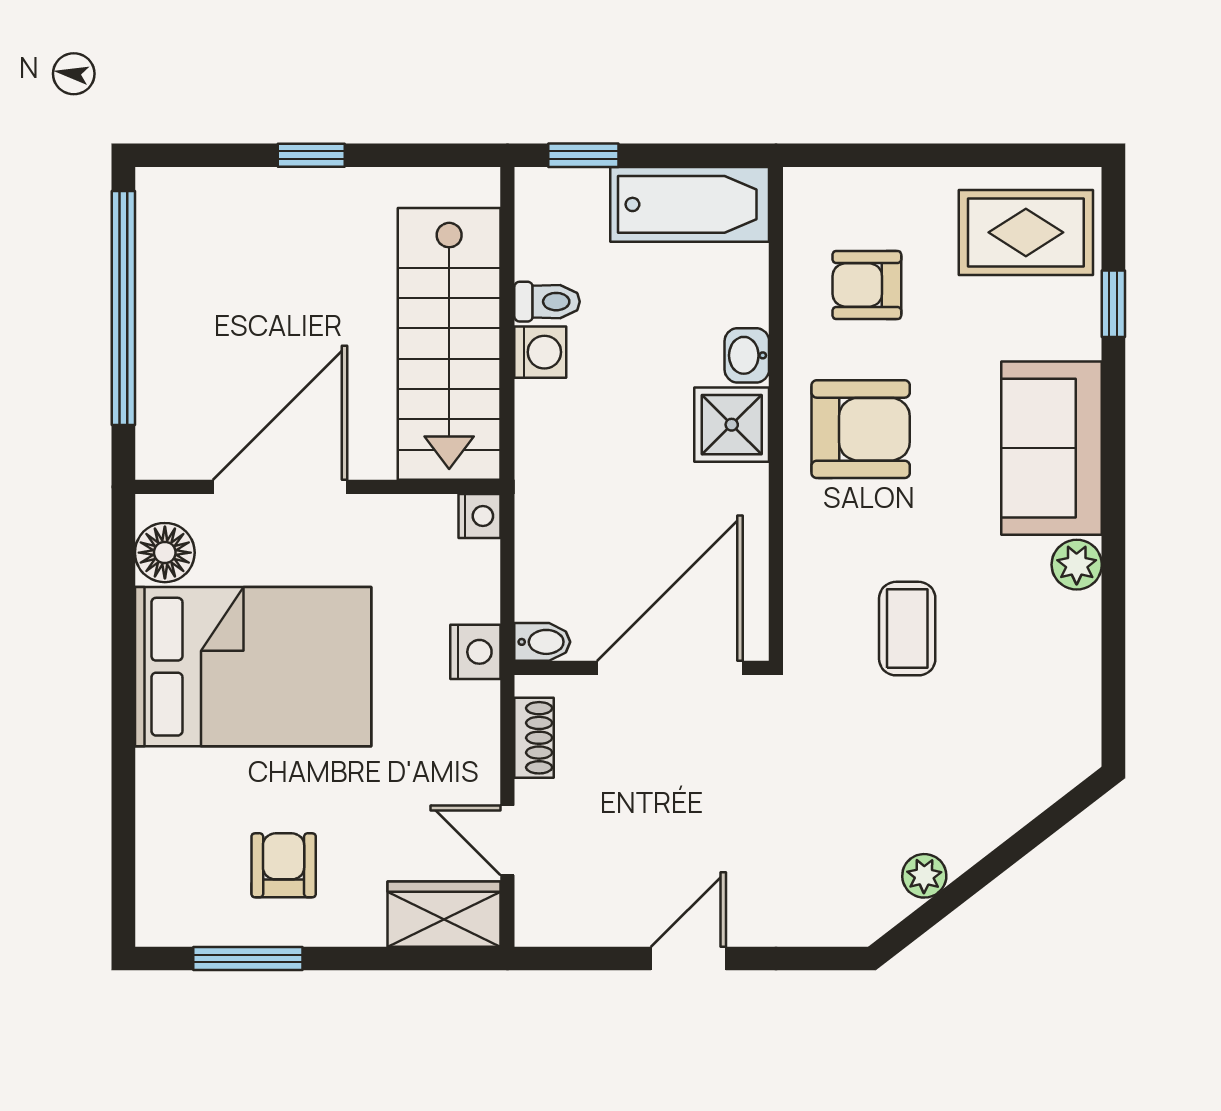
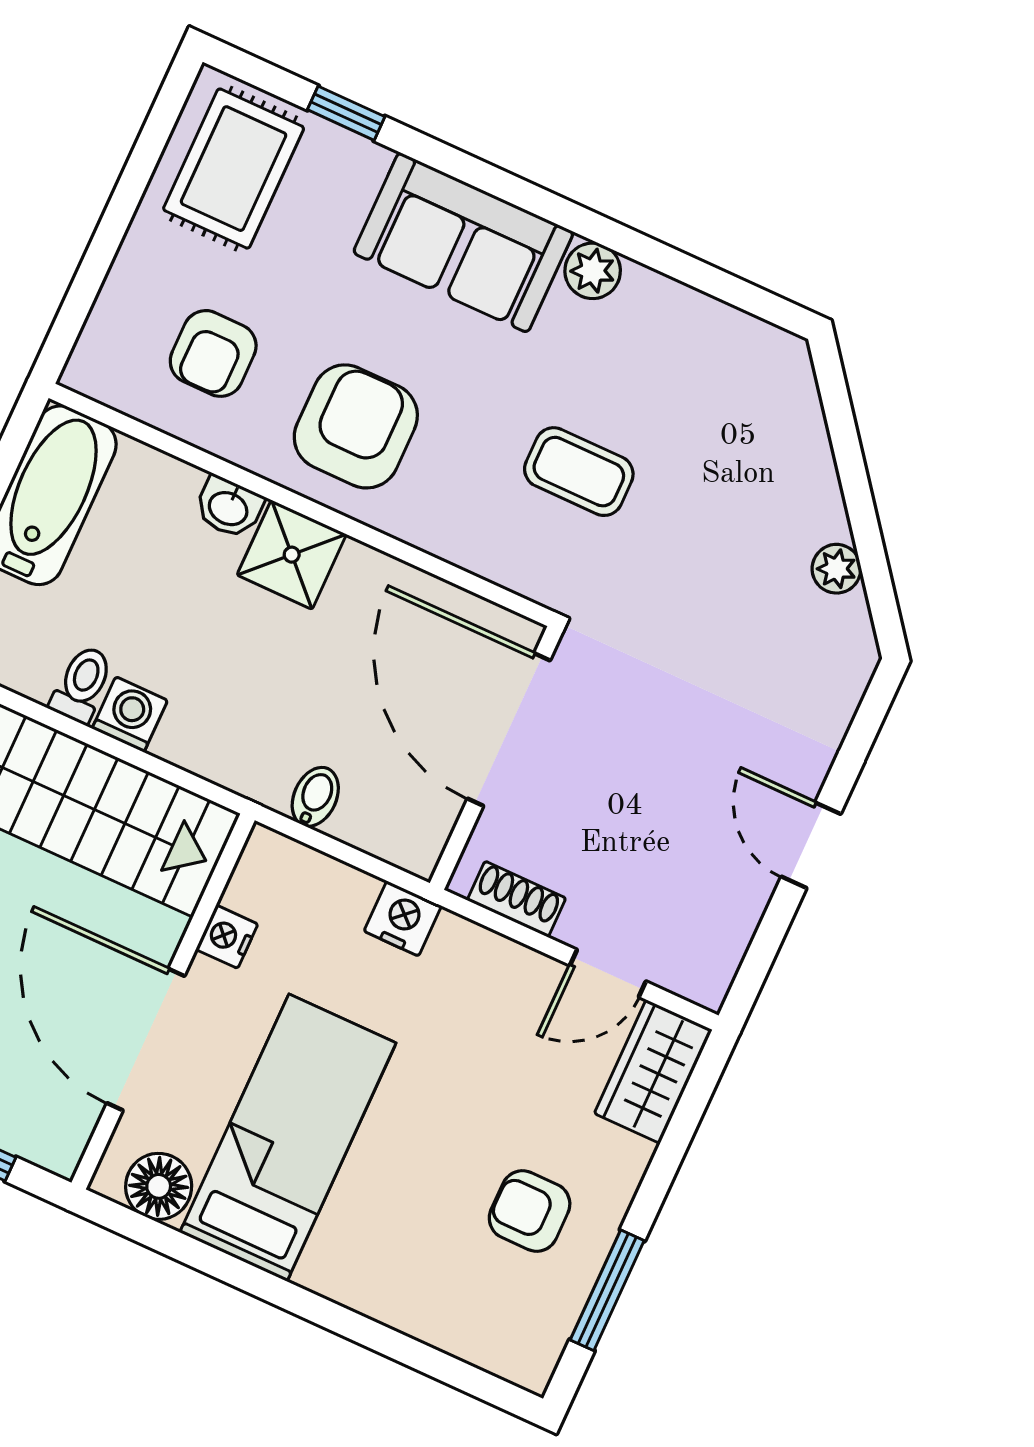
nightstand: (480, 516) -> (227, 937), moved, turned -90
bidet: (542, 642) -> (315, 797), moved
bed: (253, 667) -> (288, 1138), width x0.67

